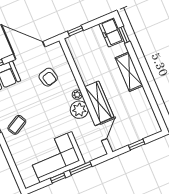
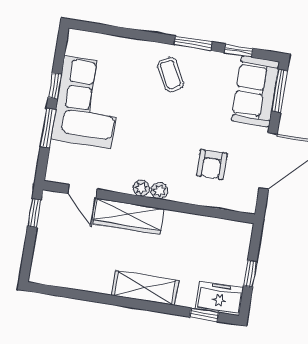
window: (75, 31) -> (250, 274), moved
armchair: (48, 77) -> (212, 164), turned -75
plant: (79, 110) -> (141, 188), width x0.53, depth x0.53
window: (137, 145) -> (34, 213), moved

